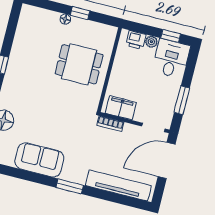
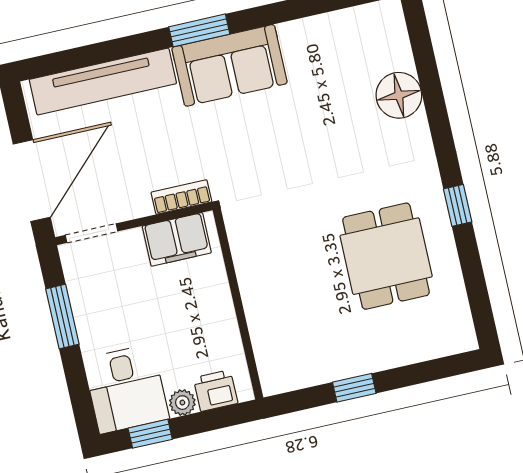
floor lamp: (65, 19) -> (378, 360), removed
dining table: (79, 64) -> (386, 256), moved, turned 90
sofa: (39, 160) -> (230, 65), moved

